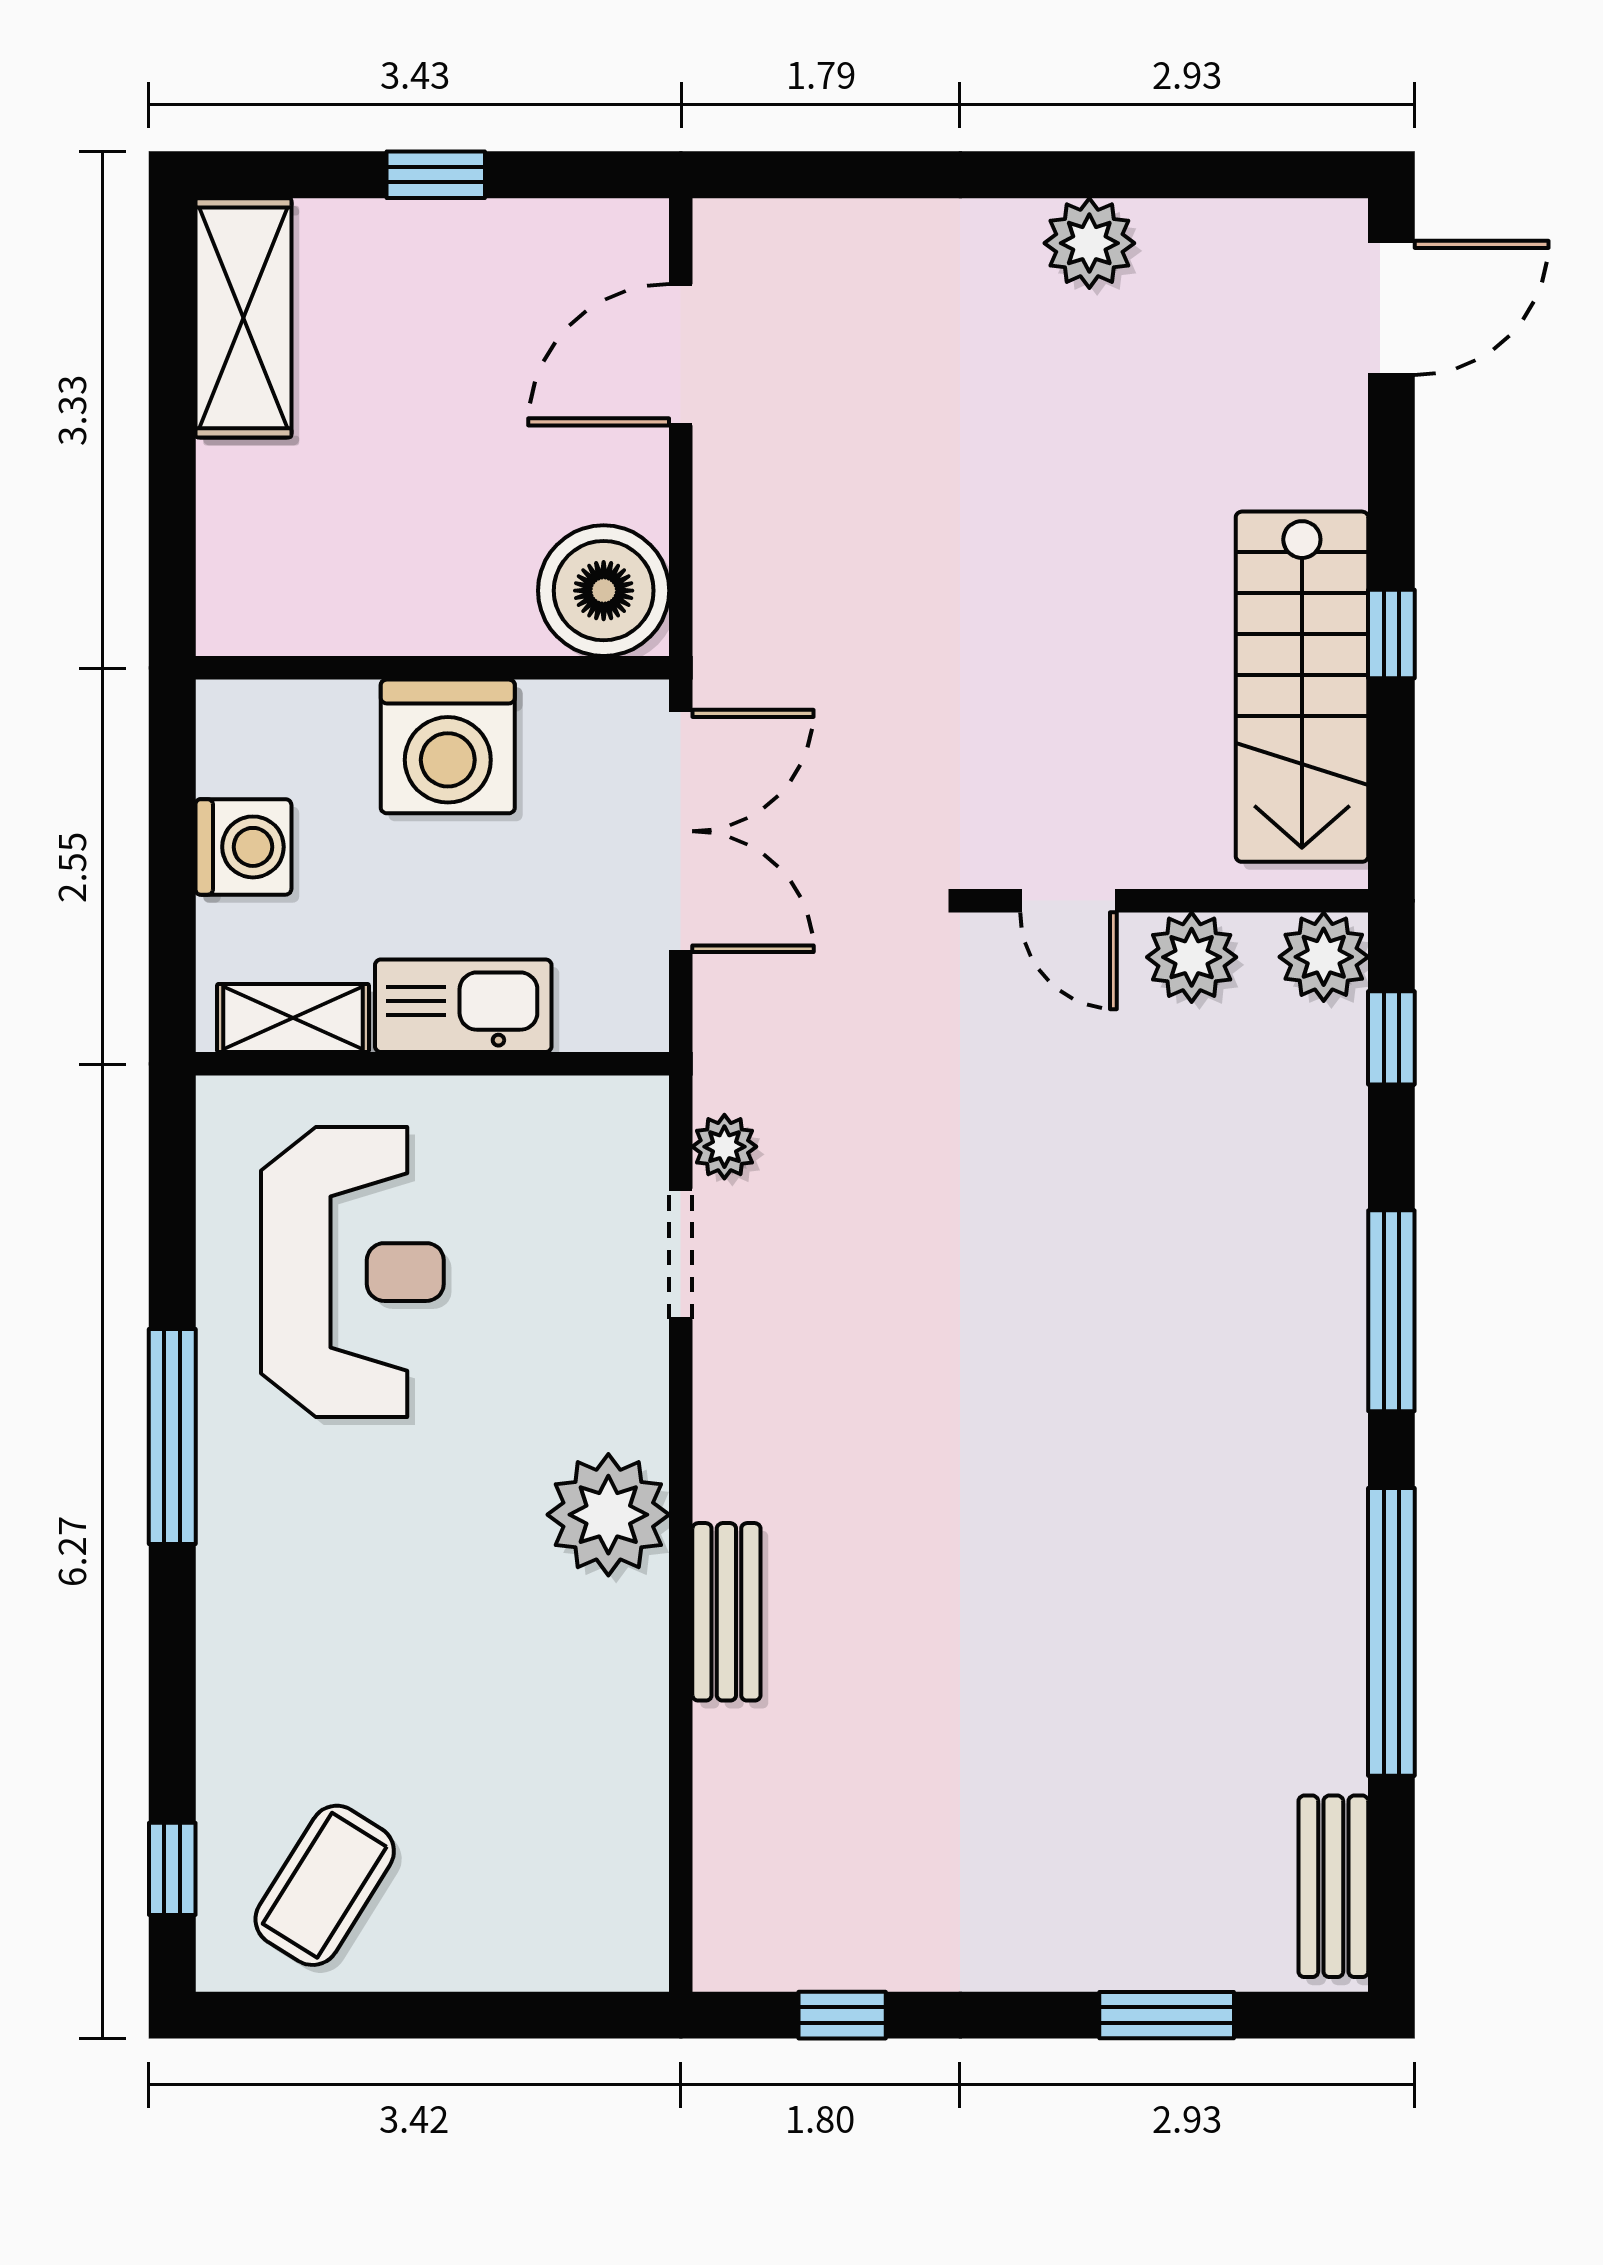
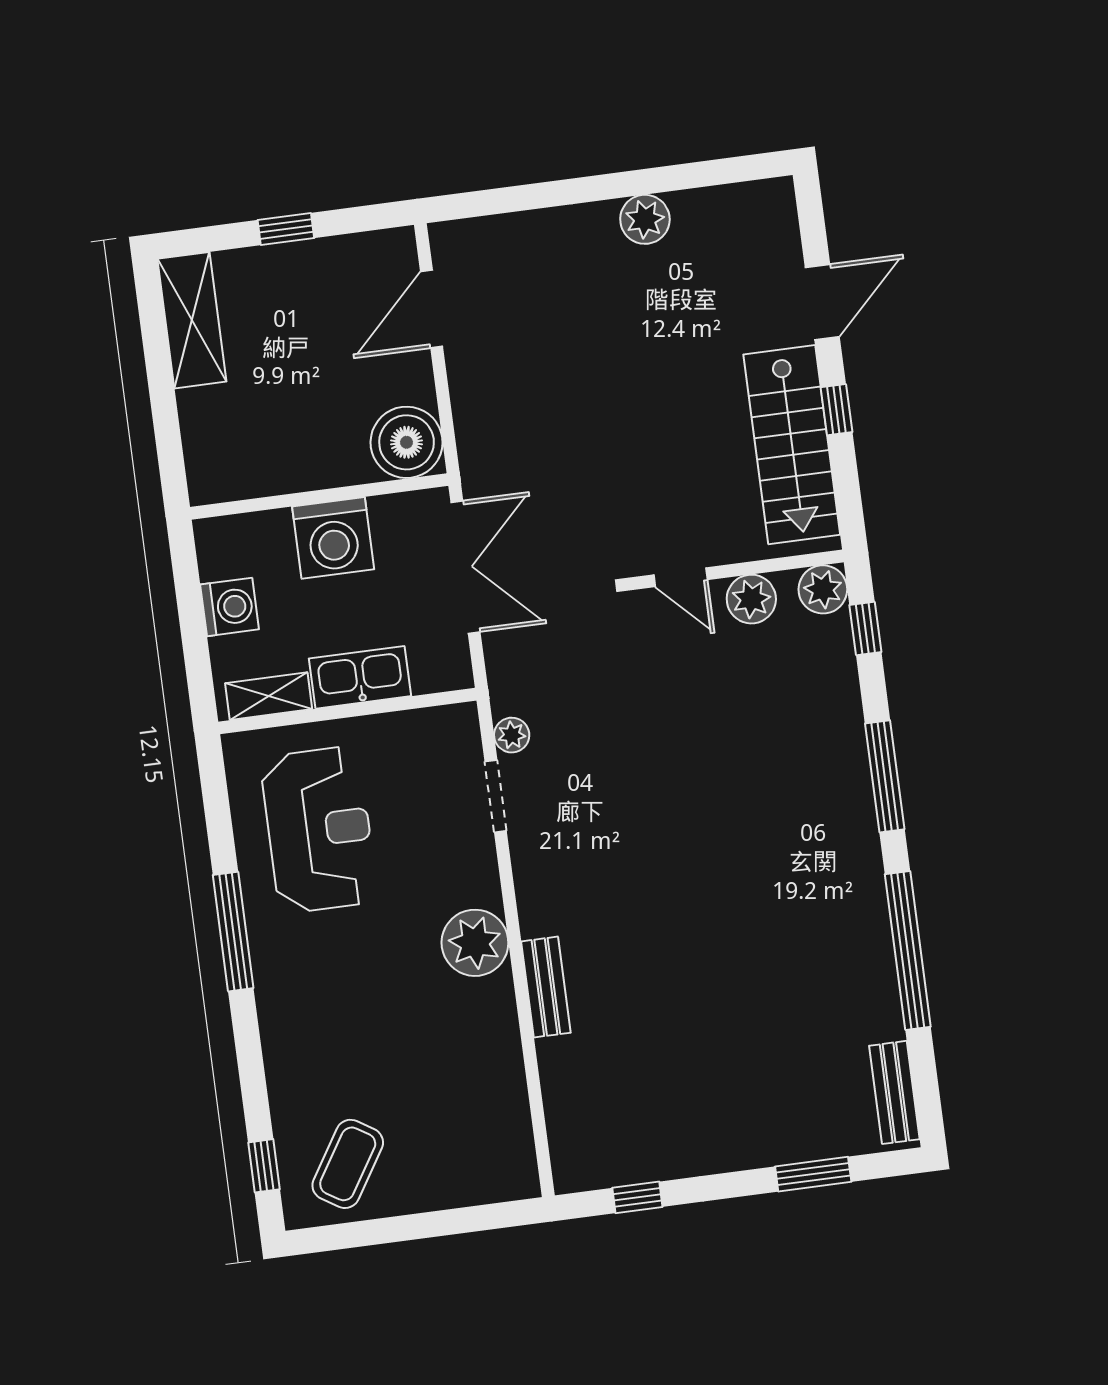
door: (1391, 308) -> (822, 302), moved

